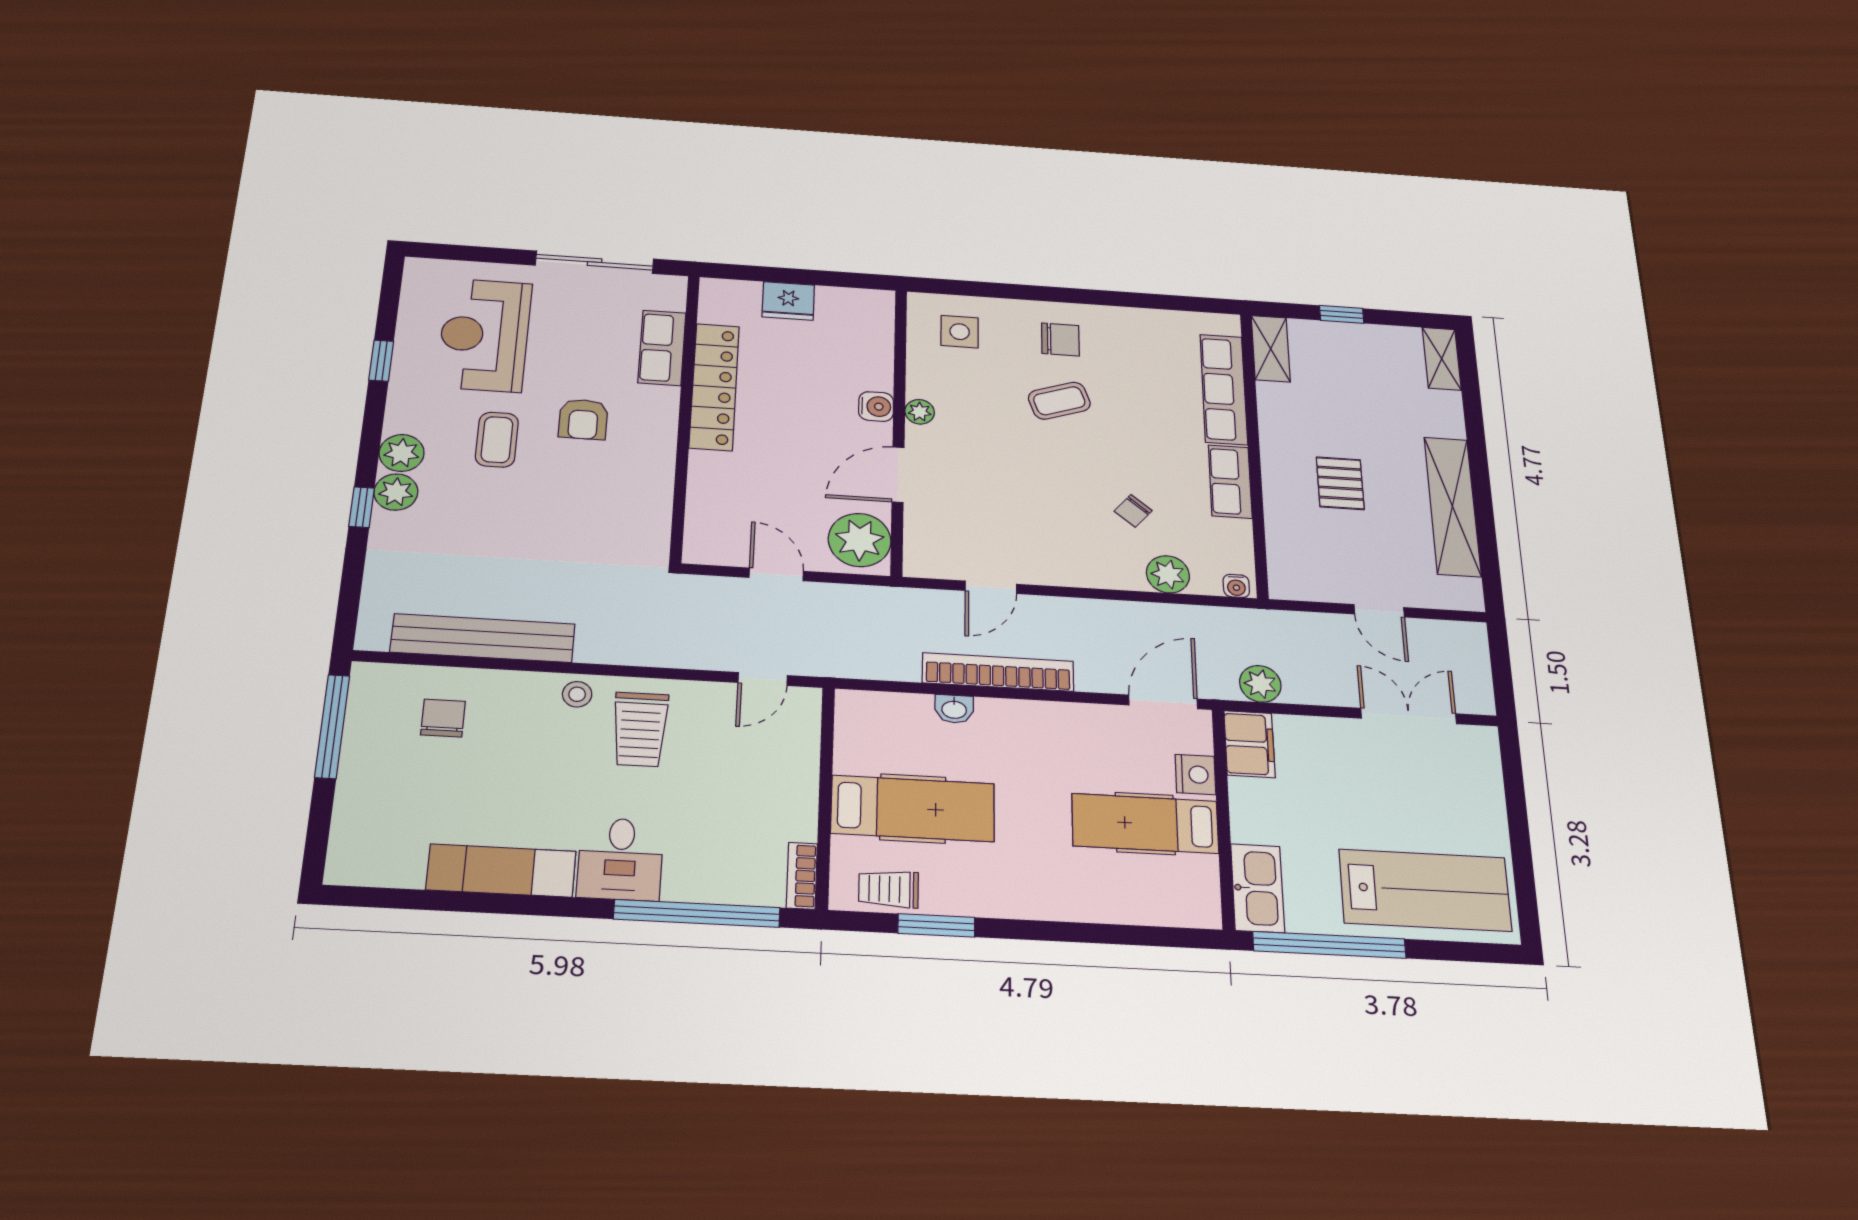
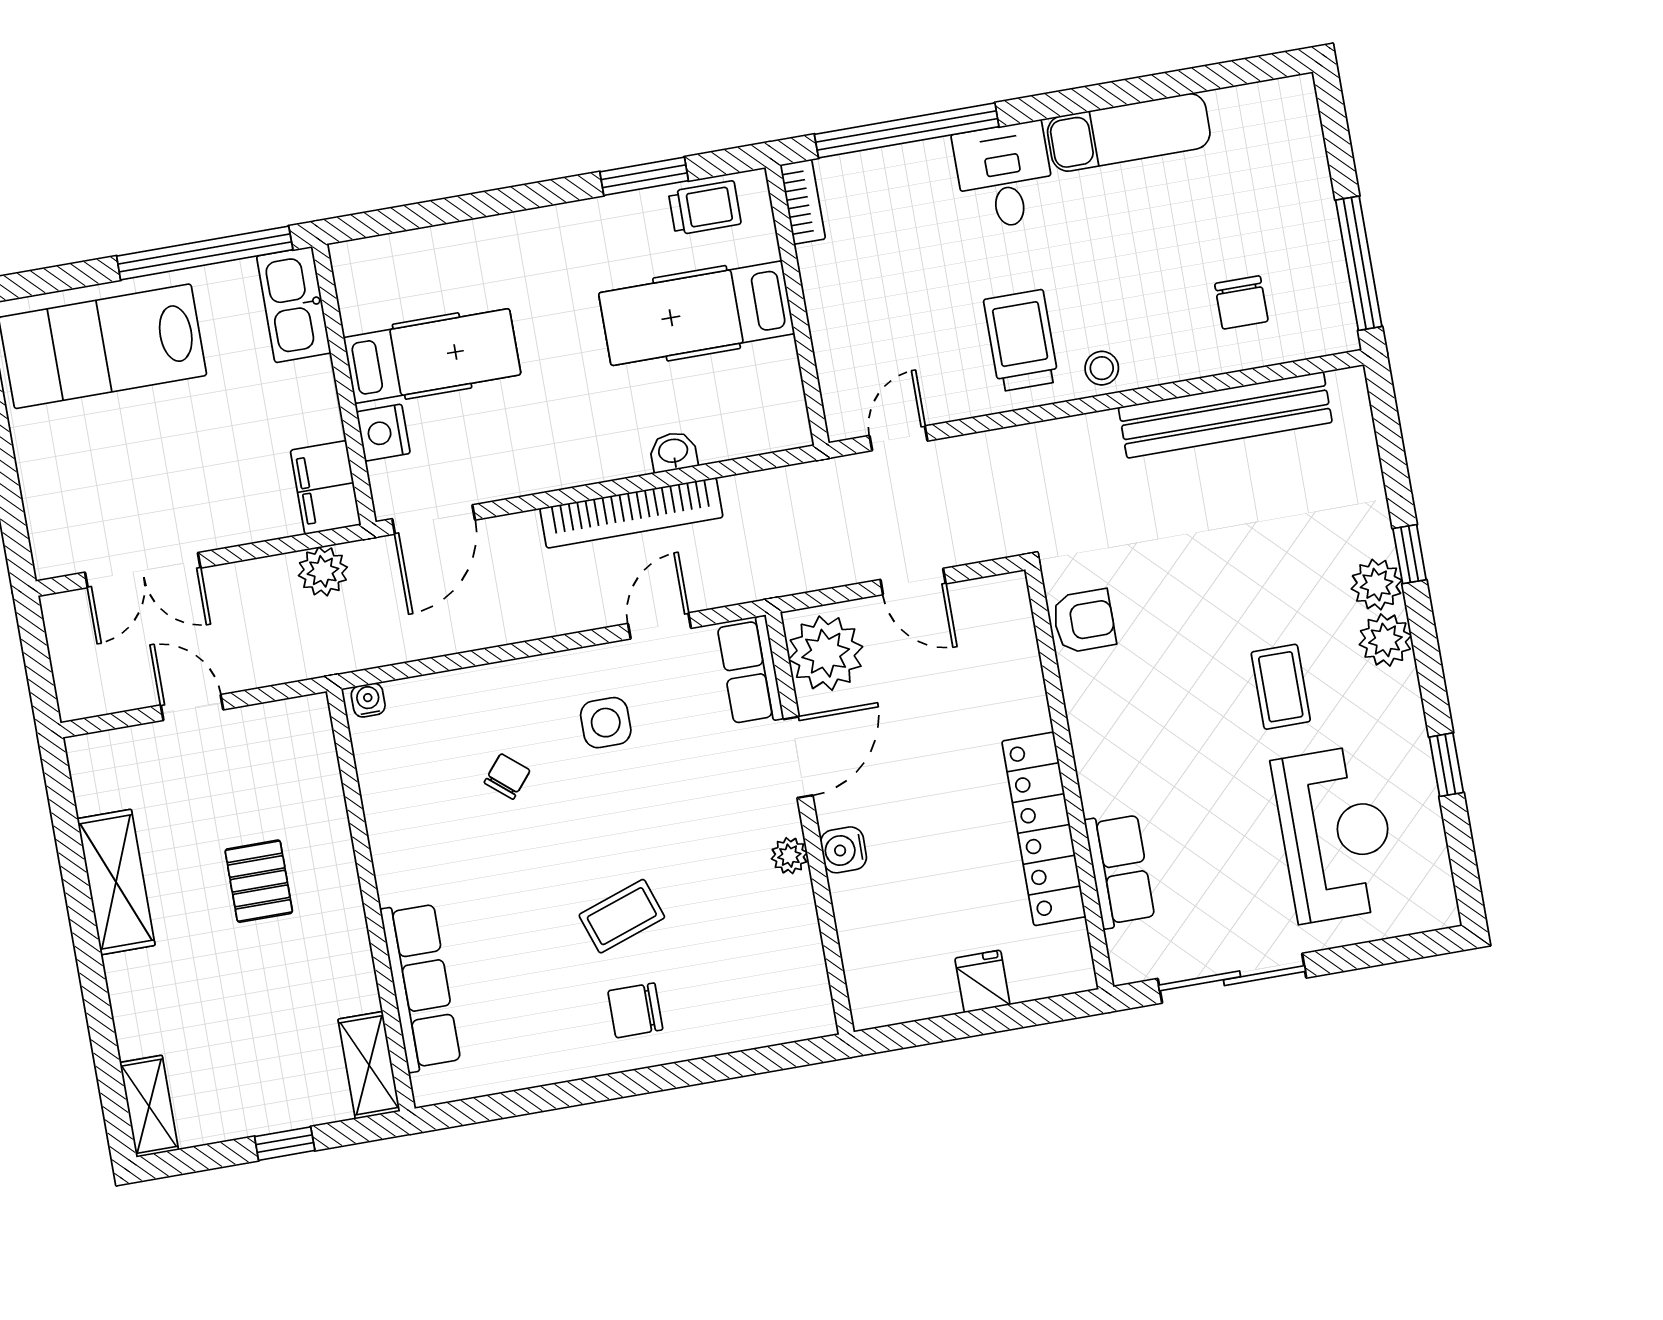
fridge: (788, 301) -> (982, 981), width x0.72
side table: (960, 332) -> (606, 723), moved
armchair: (583, 419) -> (1084, 621), moved, turned 90
row of seats: (1230, 482) -> (750, 671), moved, turned 180
shelving: (1452, 506) -> (116, 882), width x0.68
plant: (1168, 574) -> (452, 696), removed

